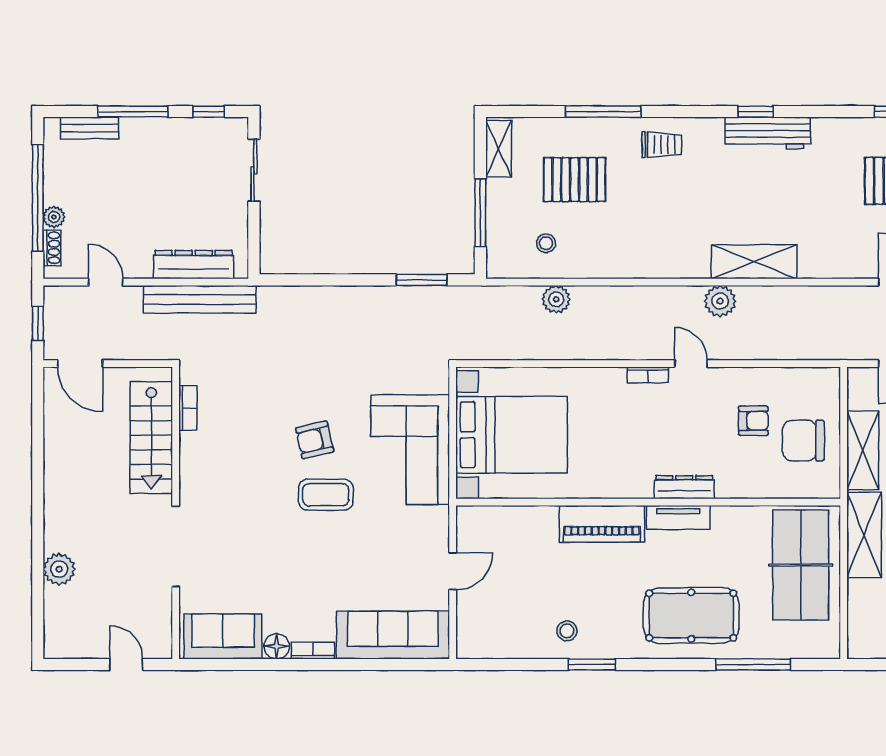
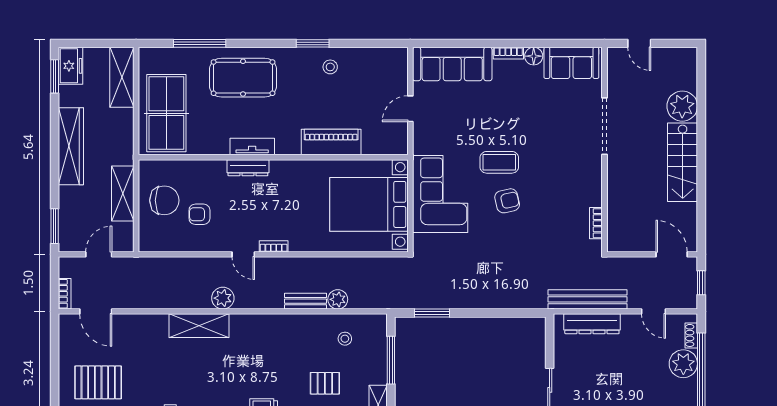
pallet: (575, 180) -> (325, 383), width x0.67, depth x0.71
plant: (54, 217) -> (683, 364), width x1.88, depth x1.88
bench: (602, 297) -> (306, 301), added
stairs: (151, 438) -> (683, 162), moved, turned 180
piano: (602, 524) -> (331, 142), moved
shelving: (864, 535) -> (122, 77), moved
plant: (59, 569) -> (682, 106), width x1.36, depth x1.36

